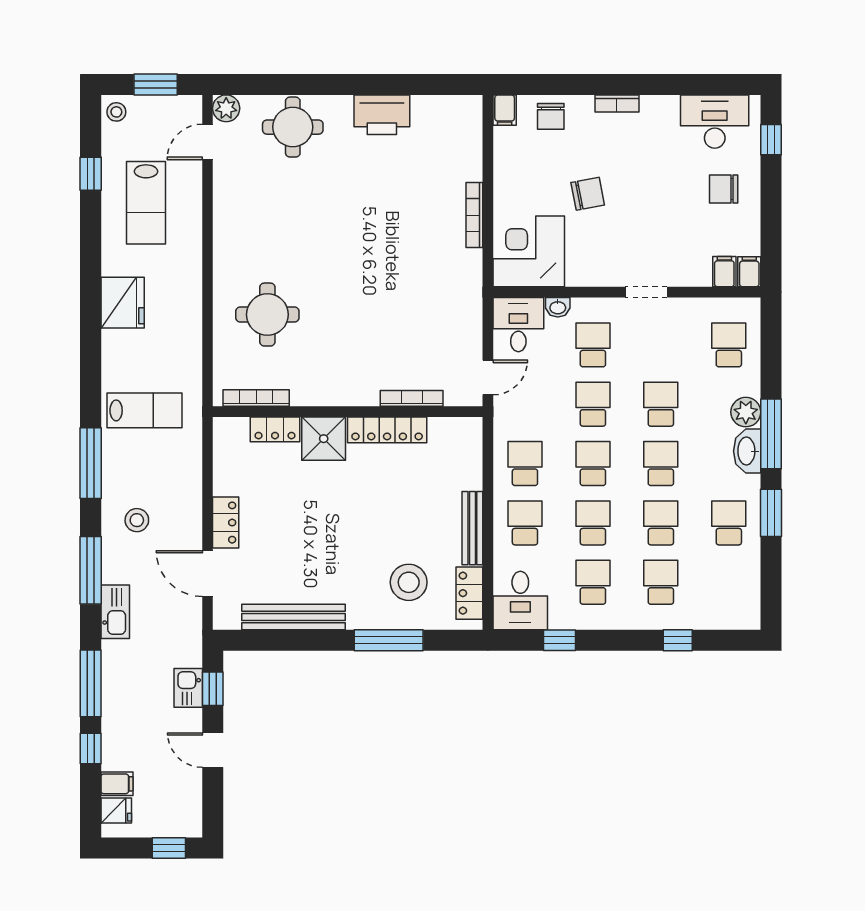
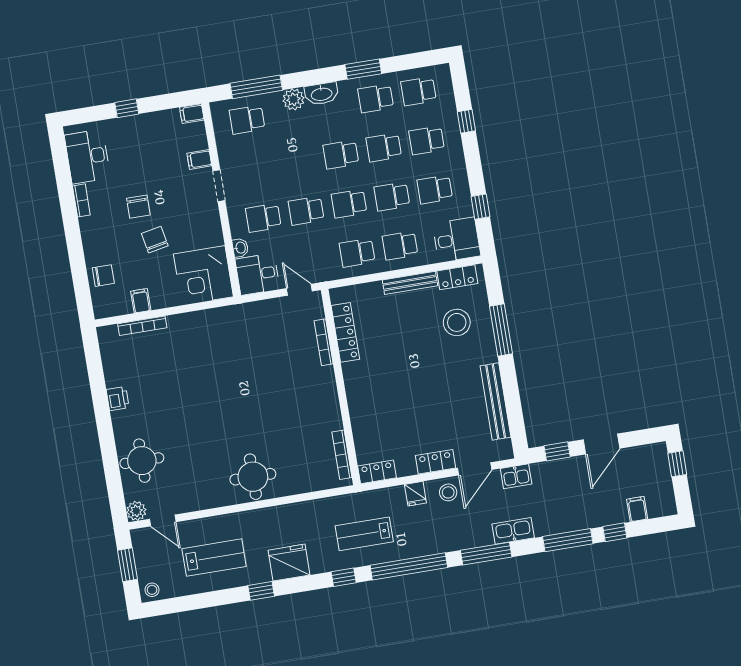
bookcase: (617, 104) -> (81, 200), moved
filing cabinet: (505, 110) -> (141, 301), moved, turned -90
printer: (382, 115) -> (118, 399), width x0.53, depth x0.68
window: (771, 140) -> (127, 108), moved
window: (91, 174) -> (261, 591), moved
chair: (724, 189) -> (138, 207), moved
bookcase: (474, 215) -> (142, 326), moved
filing cabinet: (724, 272) -> (199, 159), moved
round table: (267, 315) -> (253, 477), moved
window: (91, 373) -> (344, 577), added
school desk: (661, 404) -> (418, 91), moved
lab bench: (144, 410) -> (364, 534), turned -90
locker: (275, 429) -> (377, 472), moved, turned -90
locker: (387, 430) -> (345, 332), moved
window: (771, 434) -> (256, 87), moved
shower: (324, 439) -> (363, 401), removed
window: (91, 463) -> (409, 566), width x1.46
stool: (137, 520) -> (448, 492), moved
kitchen sink: (188, 688) -> (516, 476), moved
door: (213, 750) -> (601, 444), width x1.38
fridge: (116, 811) -> (415, 494), moved, turned 180

